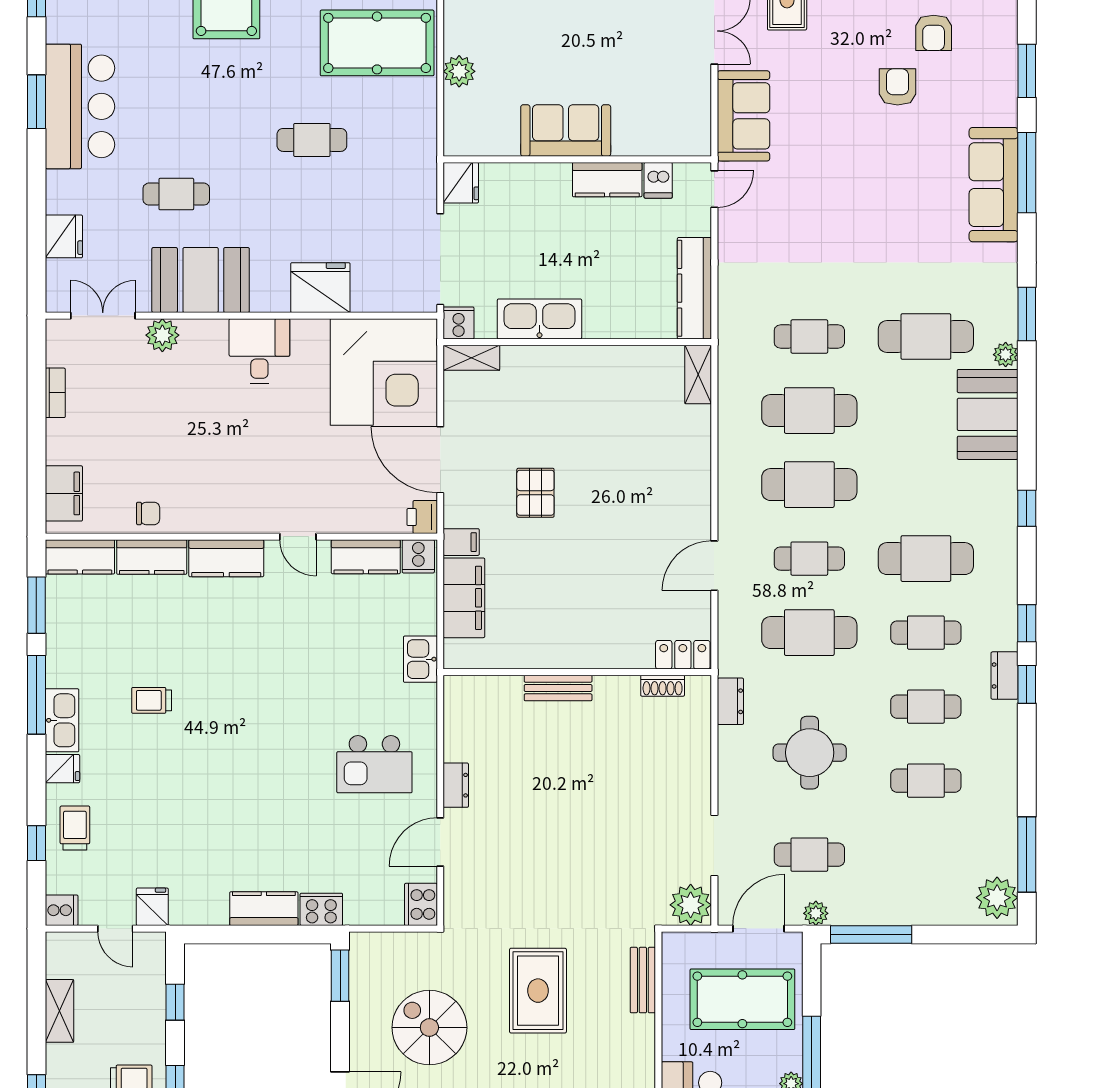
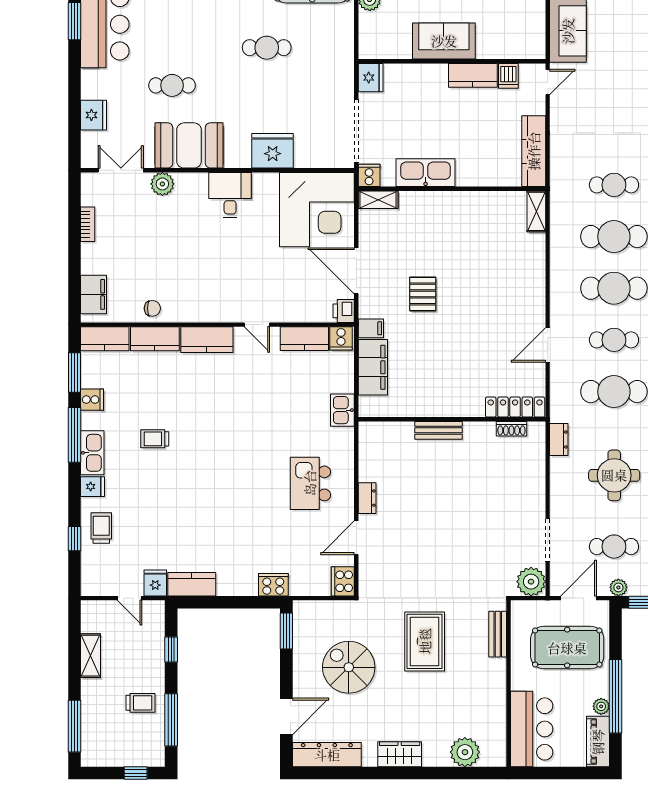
locker: (683, 655) -> (515, 407), width x1.53
kitchen island: (374, 764) -> (310, 483), turned 90
kitchen counter: (264, 909) -> (192, 584), moved
cooker: (62, 910) -> (92, 400), moved

